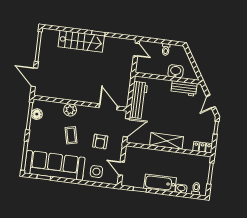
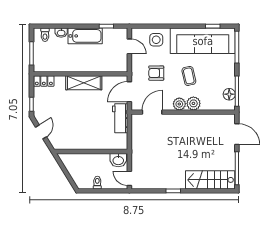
stairs: (81, 41) -> (210, 180), moved
washbasin: (176, 71) -> (118, 160), moved
workbench: (184, 88) -> (72, 143), removed
workbench: (138, 100) -> (120, 118), width x0.73
door: (108, 107) -> (152, 112), swing flipped
plant: (83, 111) -> (179, 104), added
armchair: (100, 142) -> (156, 73), turned -92

